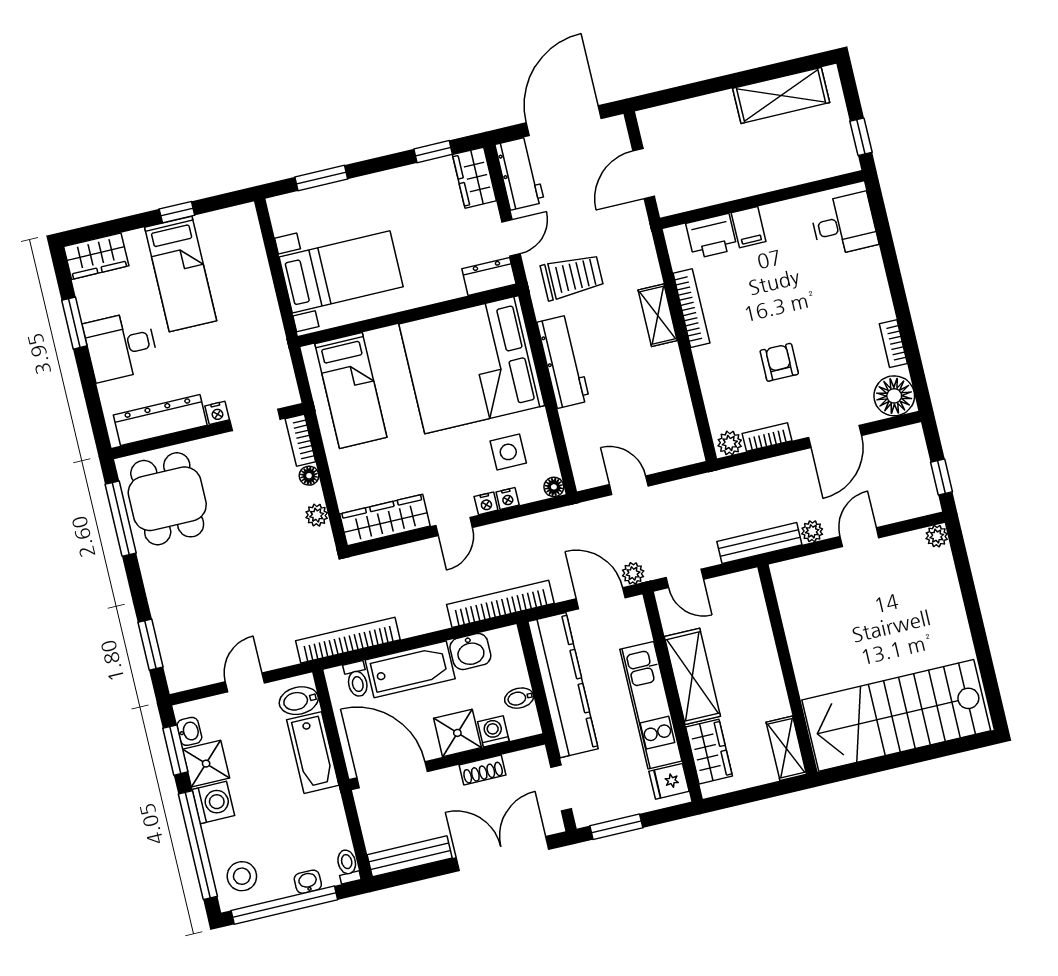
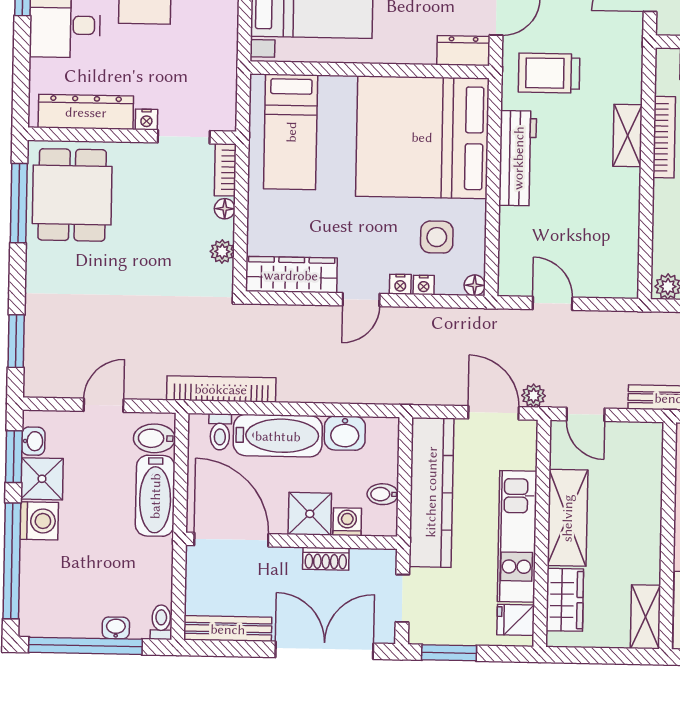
trolley: (572, 277) -> (549, 73), turned 180
bookcase: (500, 604) -> (388, 392), removed
stool: (242, 876) -> (49, 605), removed

